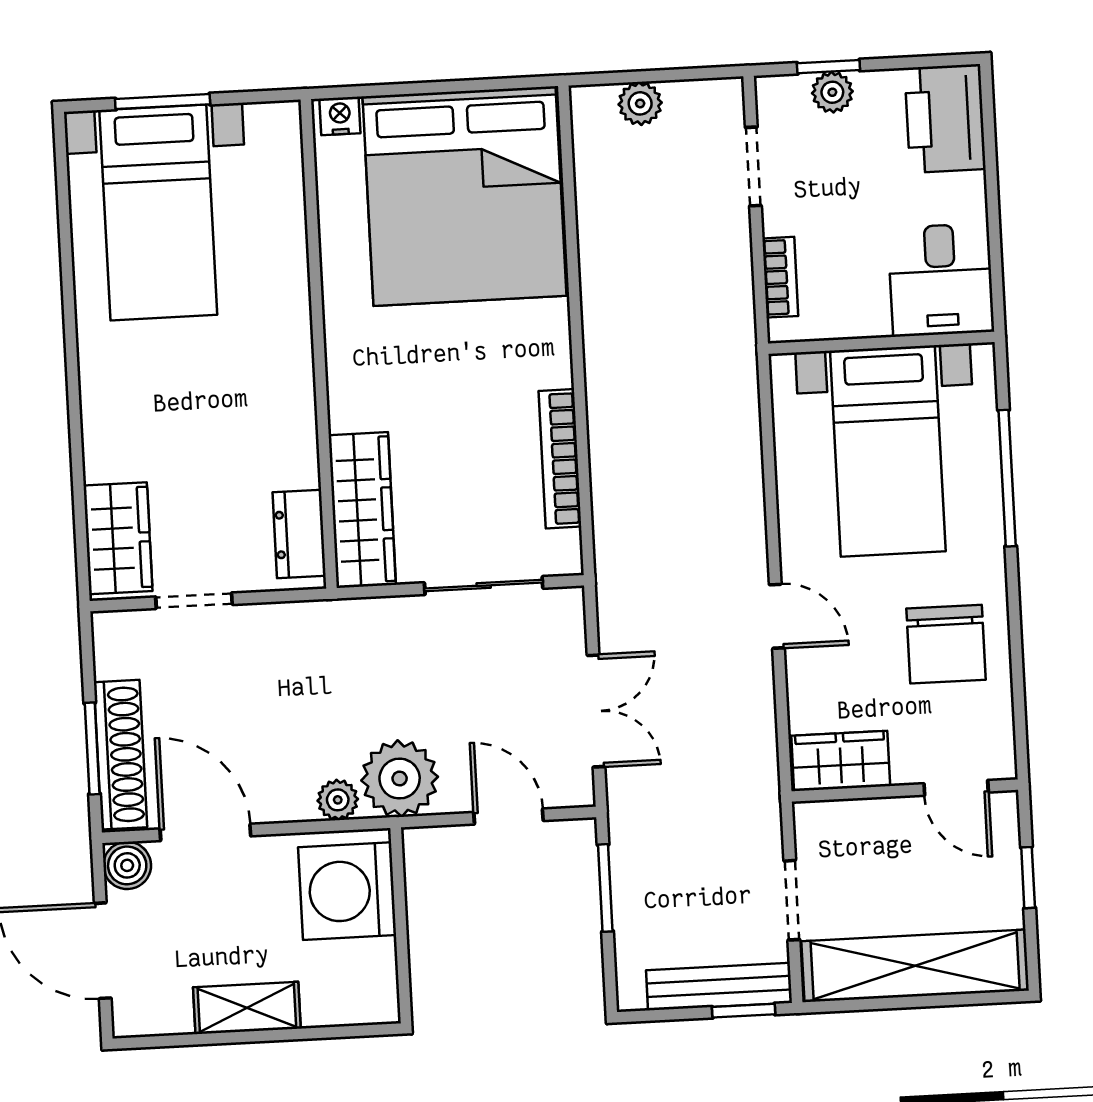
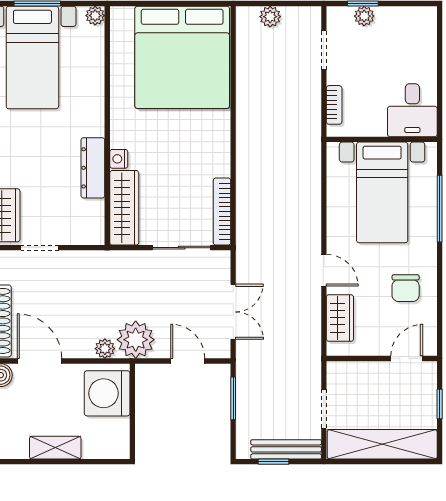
nightstand: (340, 116) -> (119, 159), moved, turned -90
printer: (945, 119) -> (419, 32), removed
plant: (282, 120) -> (95, 16), added
bookcase: (560, 459) -> (222, 212), moved
dresser: (299, 534) -> (93, 168), moved, width x1.44
chair: (946, 644) -> (406, 288), width x0.73, depth x0.73
wardrobe: (841, 761) -> (340, 318), moved, turned 90
door: (956, 788) -> (407, 358), swing flipped
window: (744, 1011) -> (274, 462), moved

